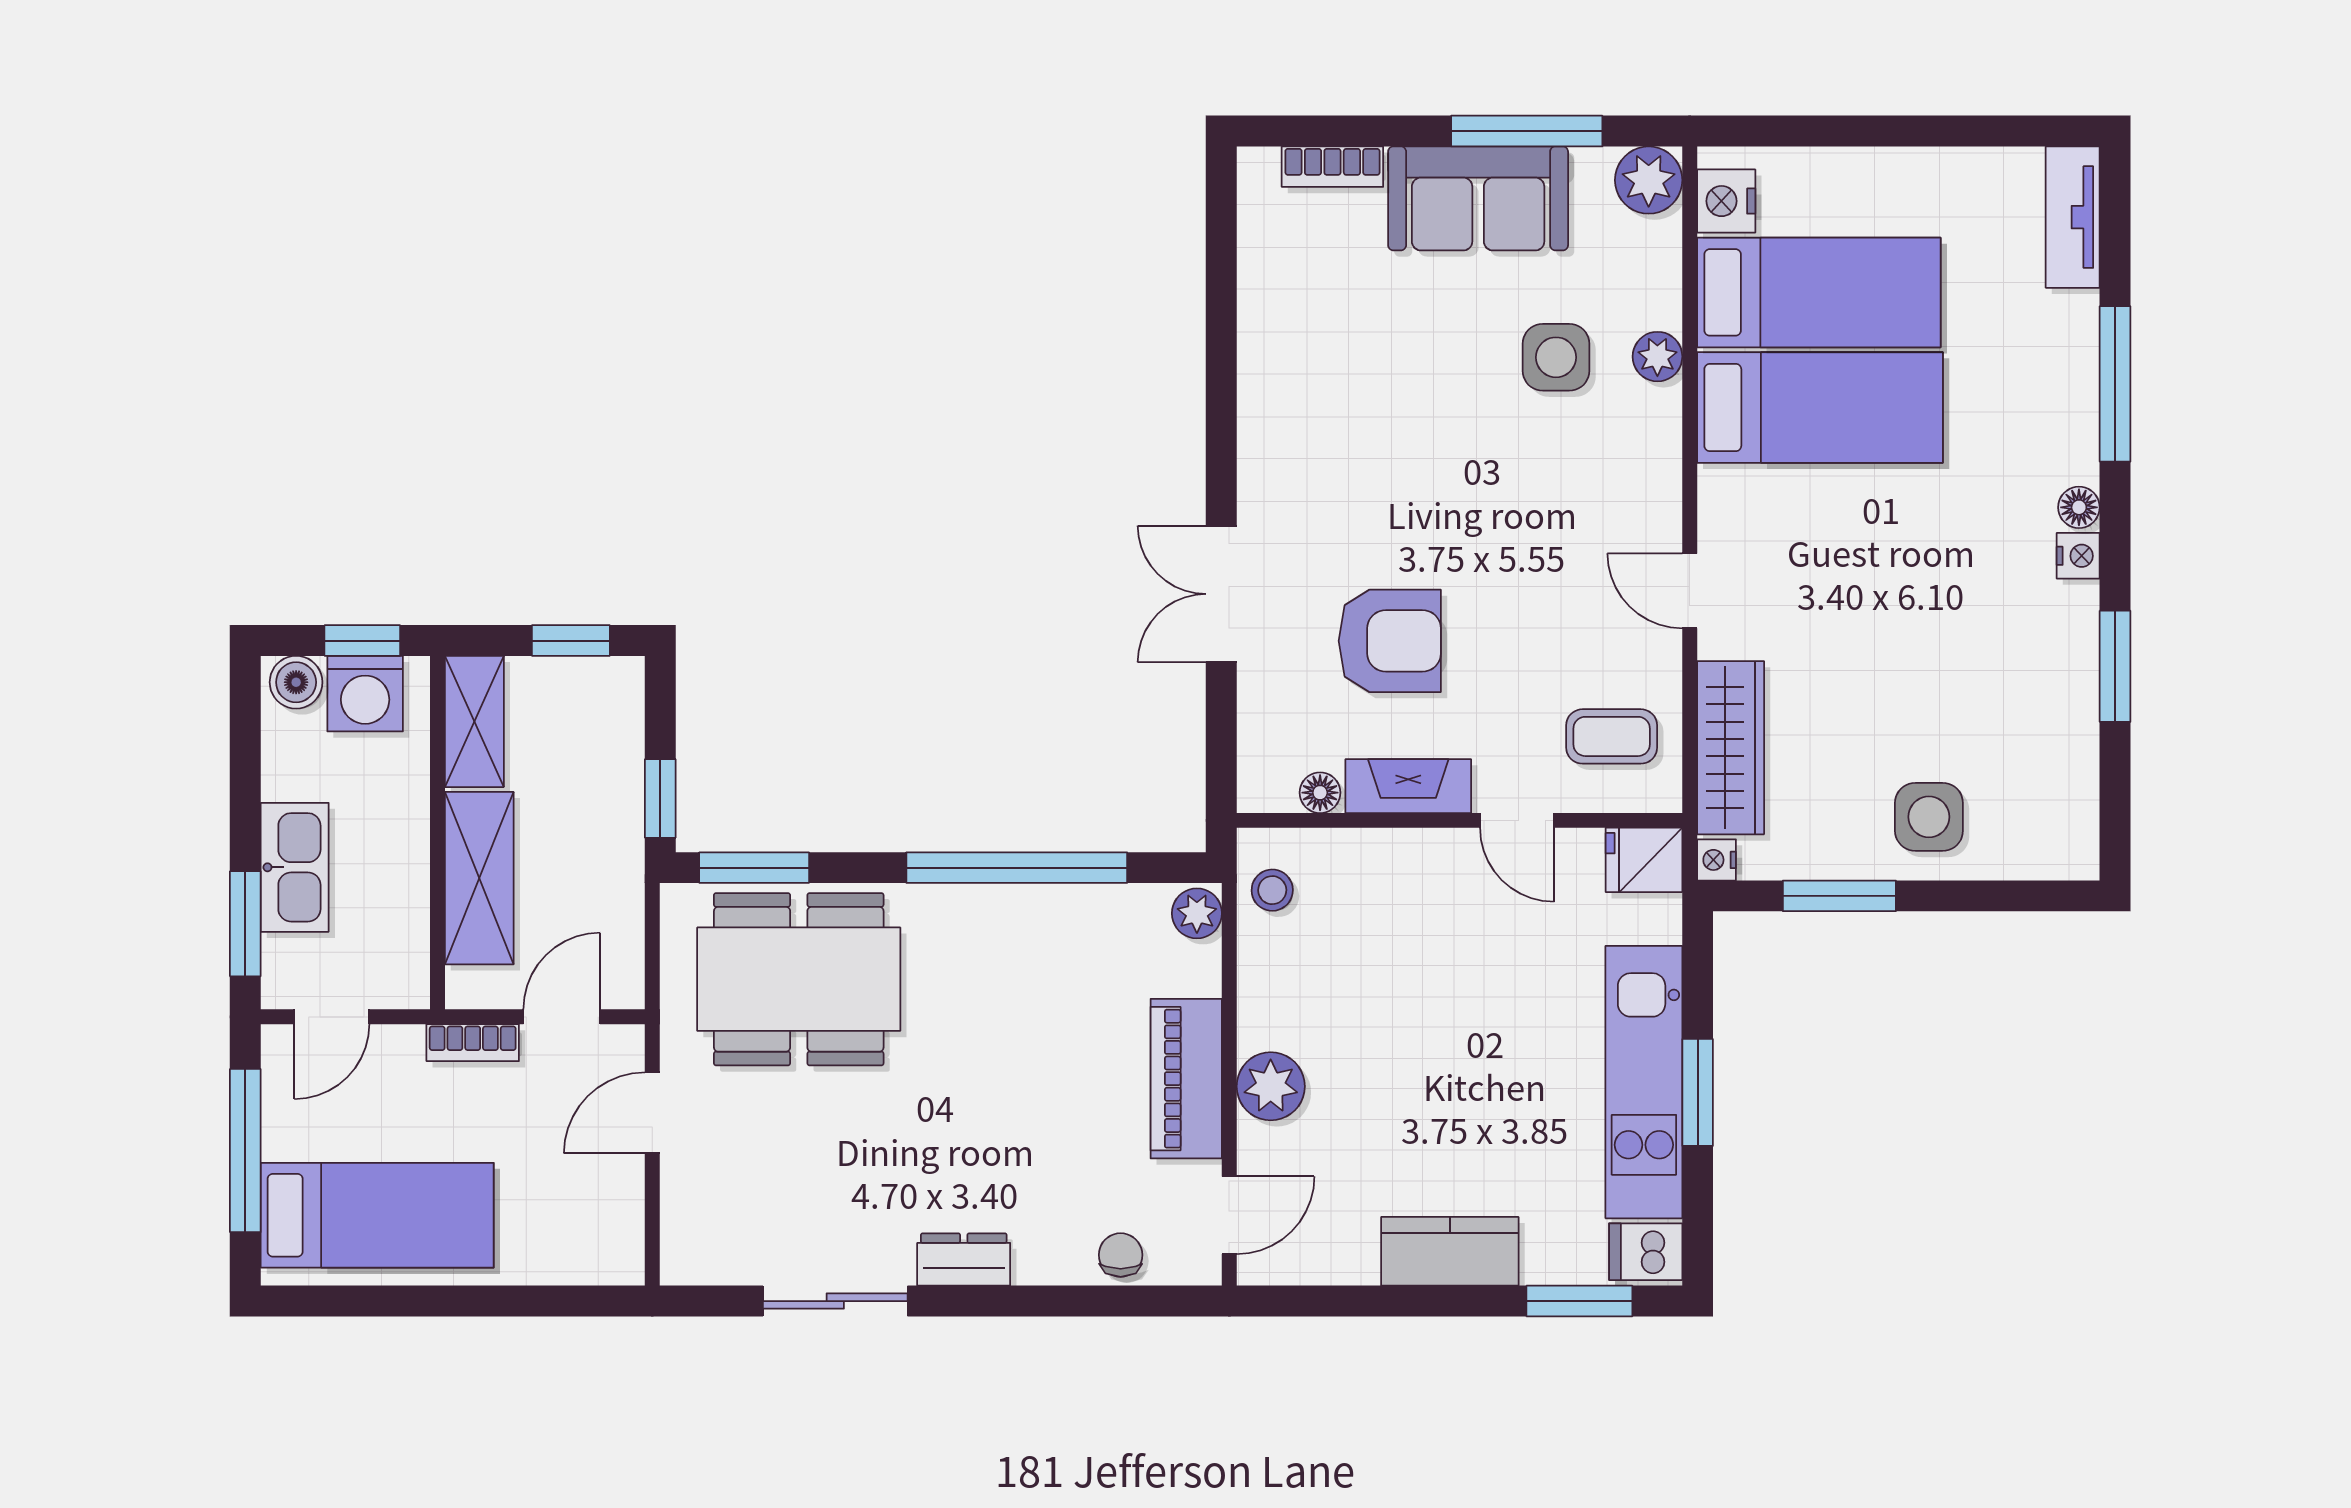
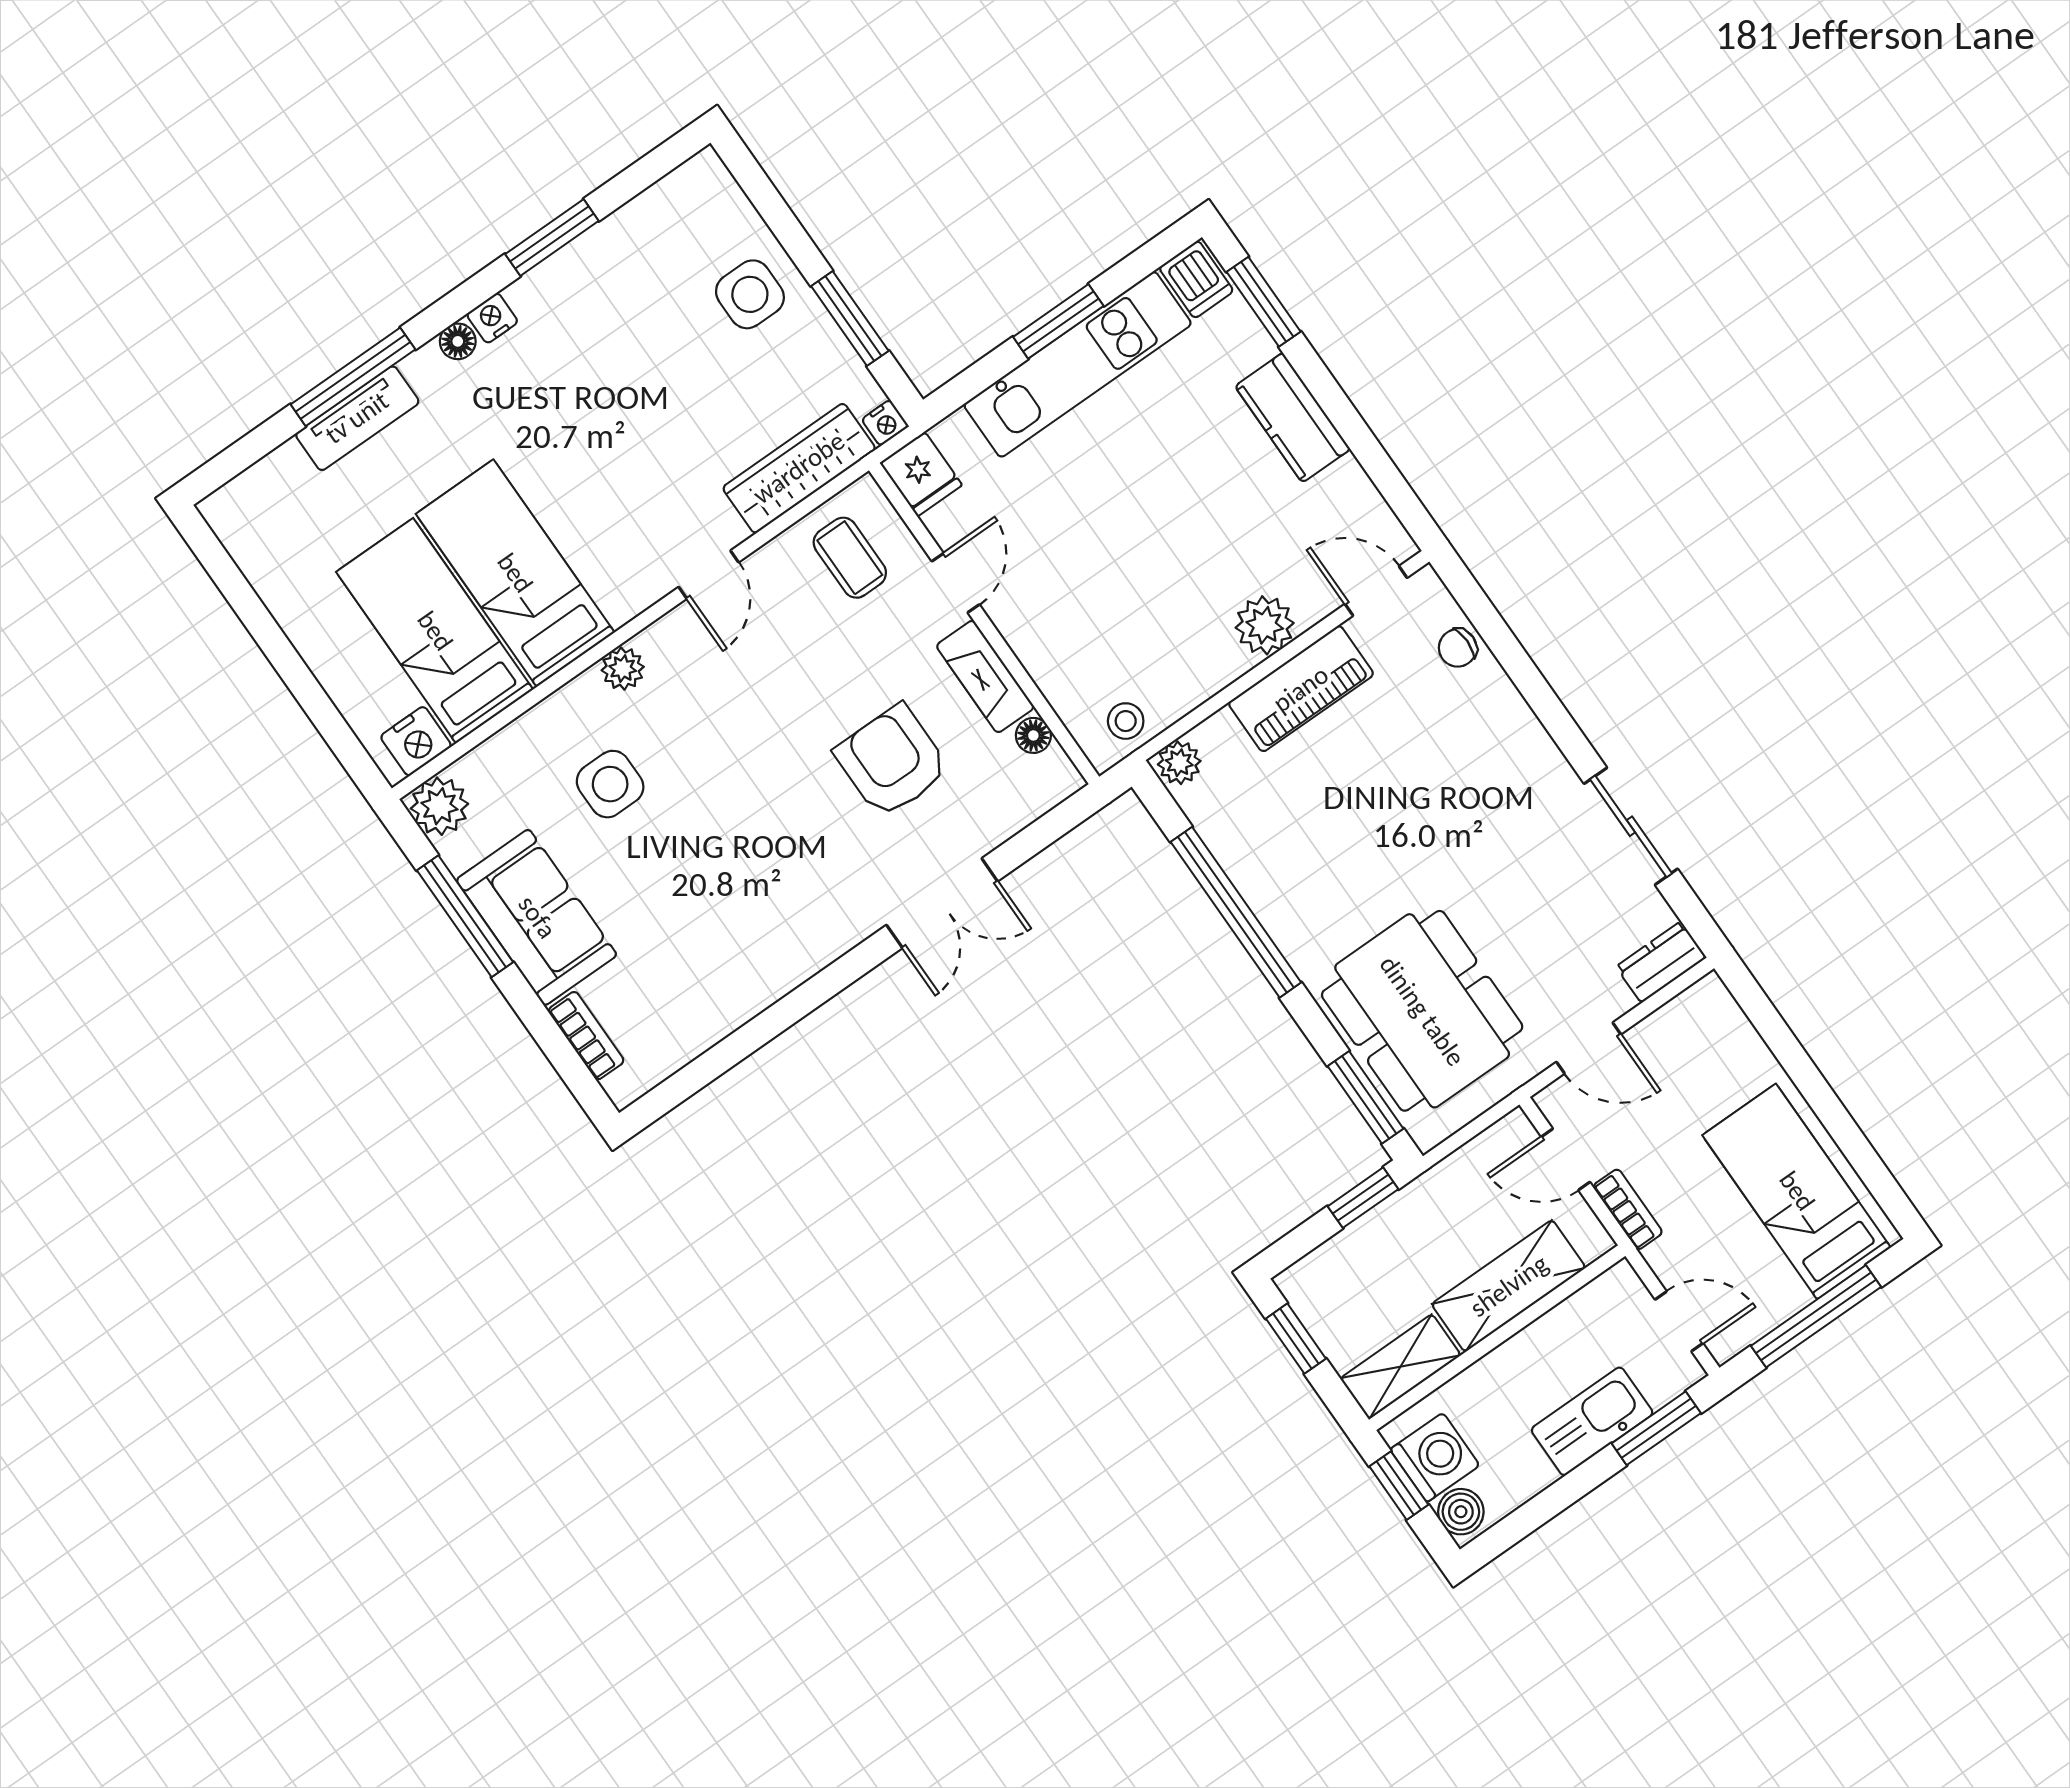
tv unit: (2073, 217) -> (357, 418), moved
plant: (1657, 357) -> (623, 669), moved
dresser: (964, 1260) -> (1661, 962), moved, turned 90

